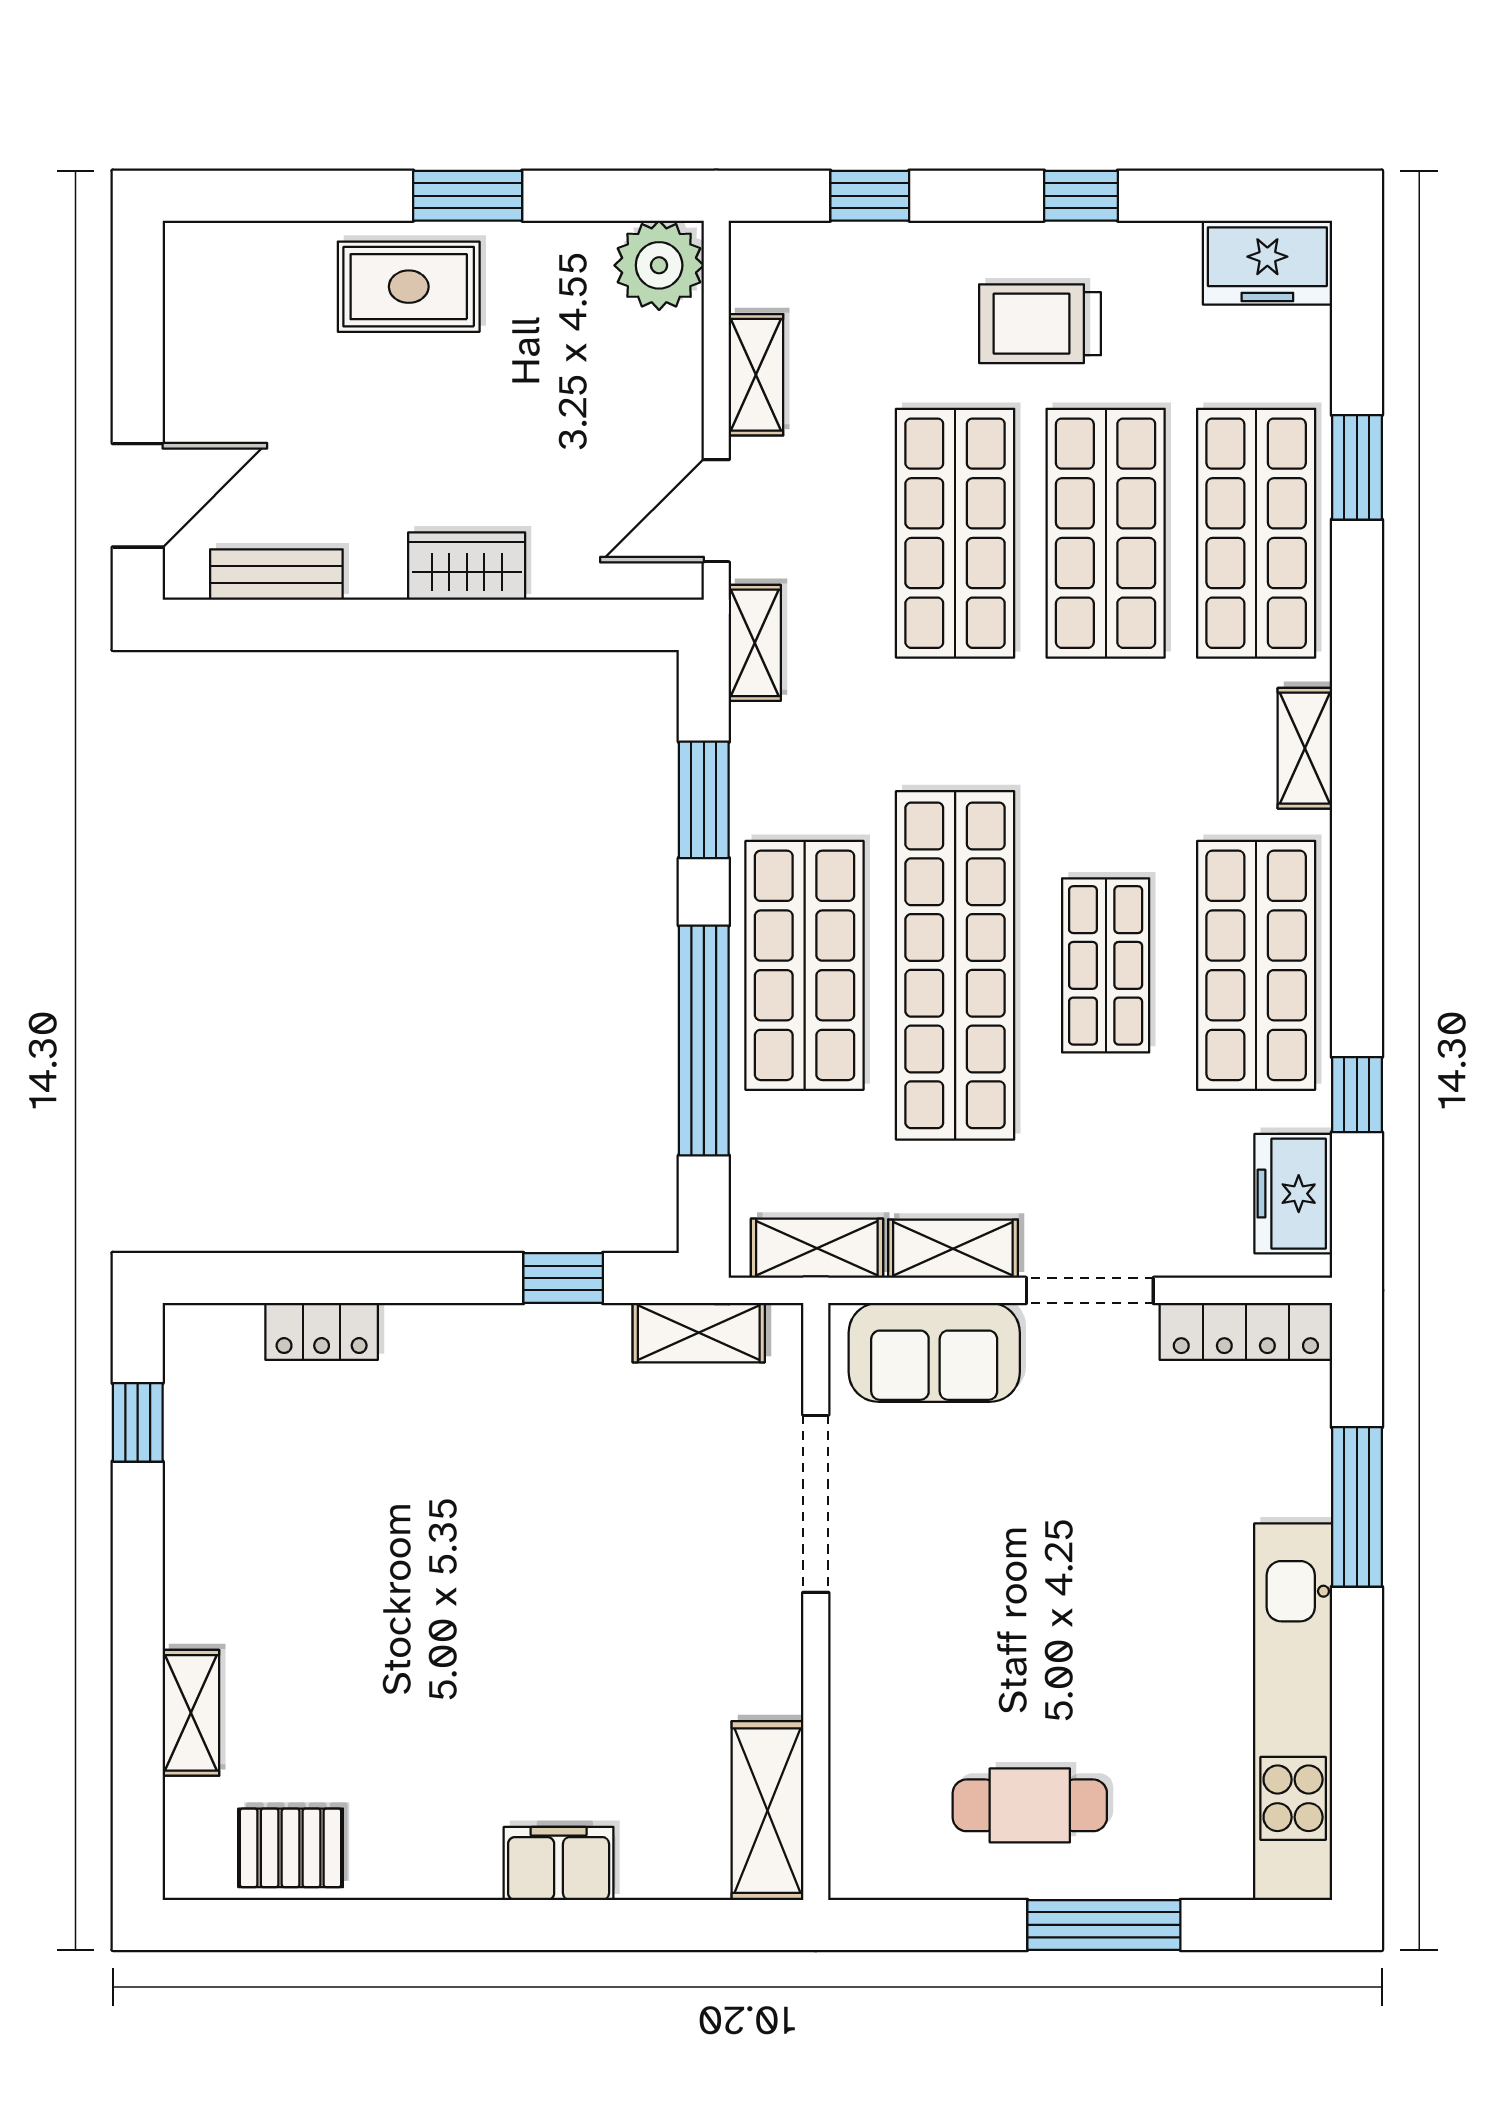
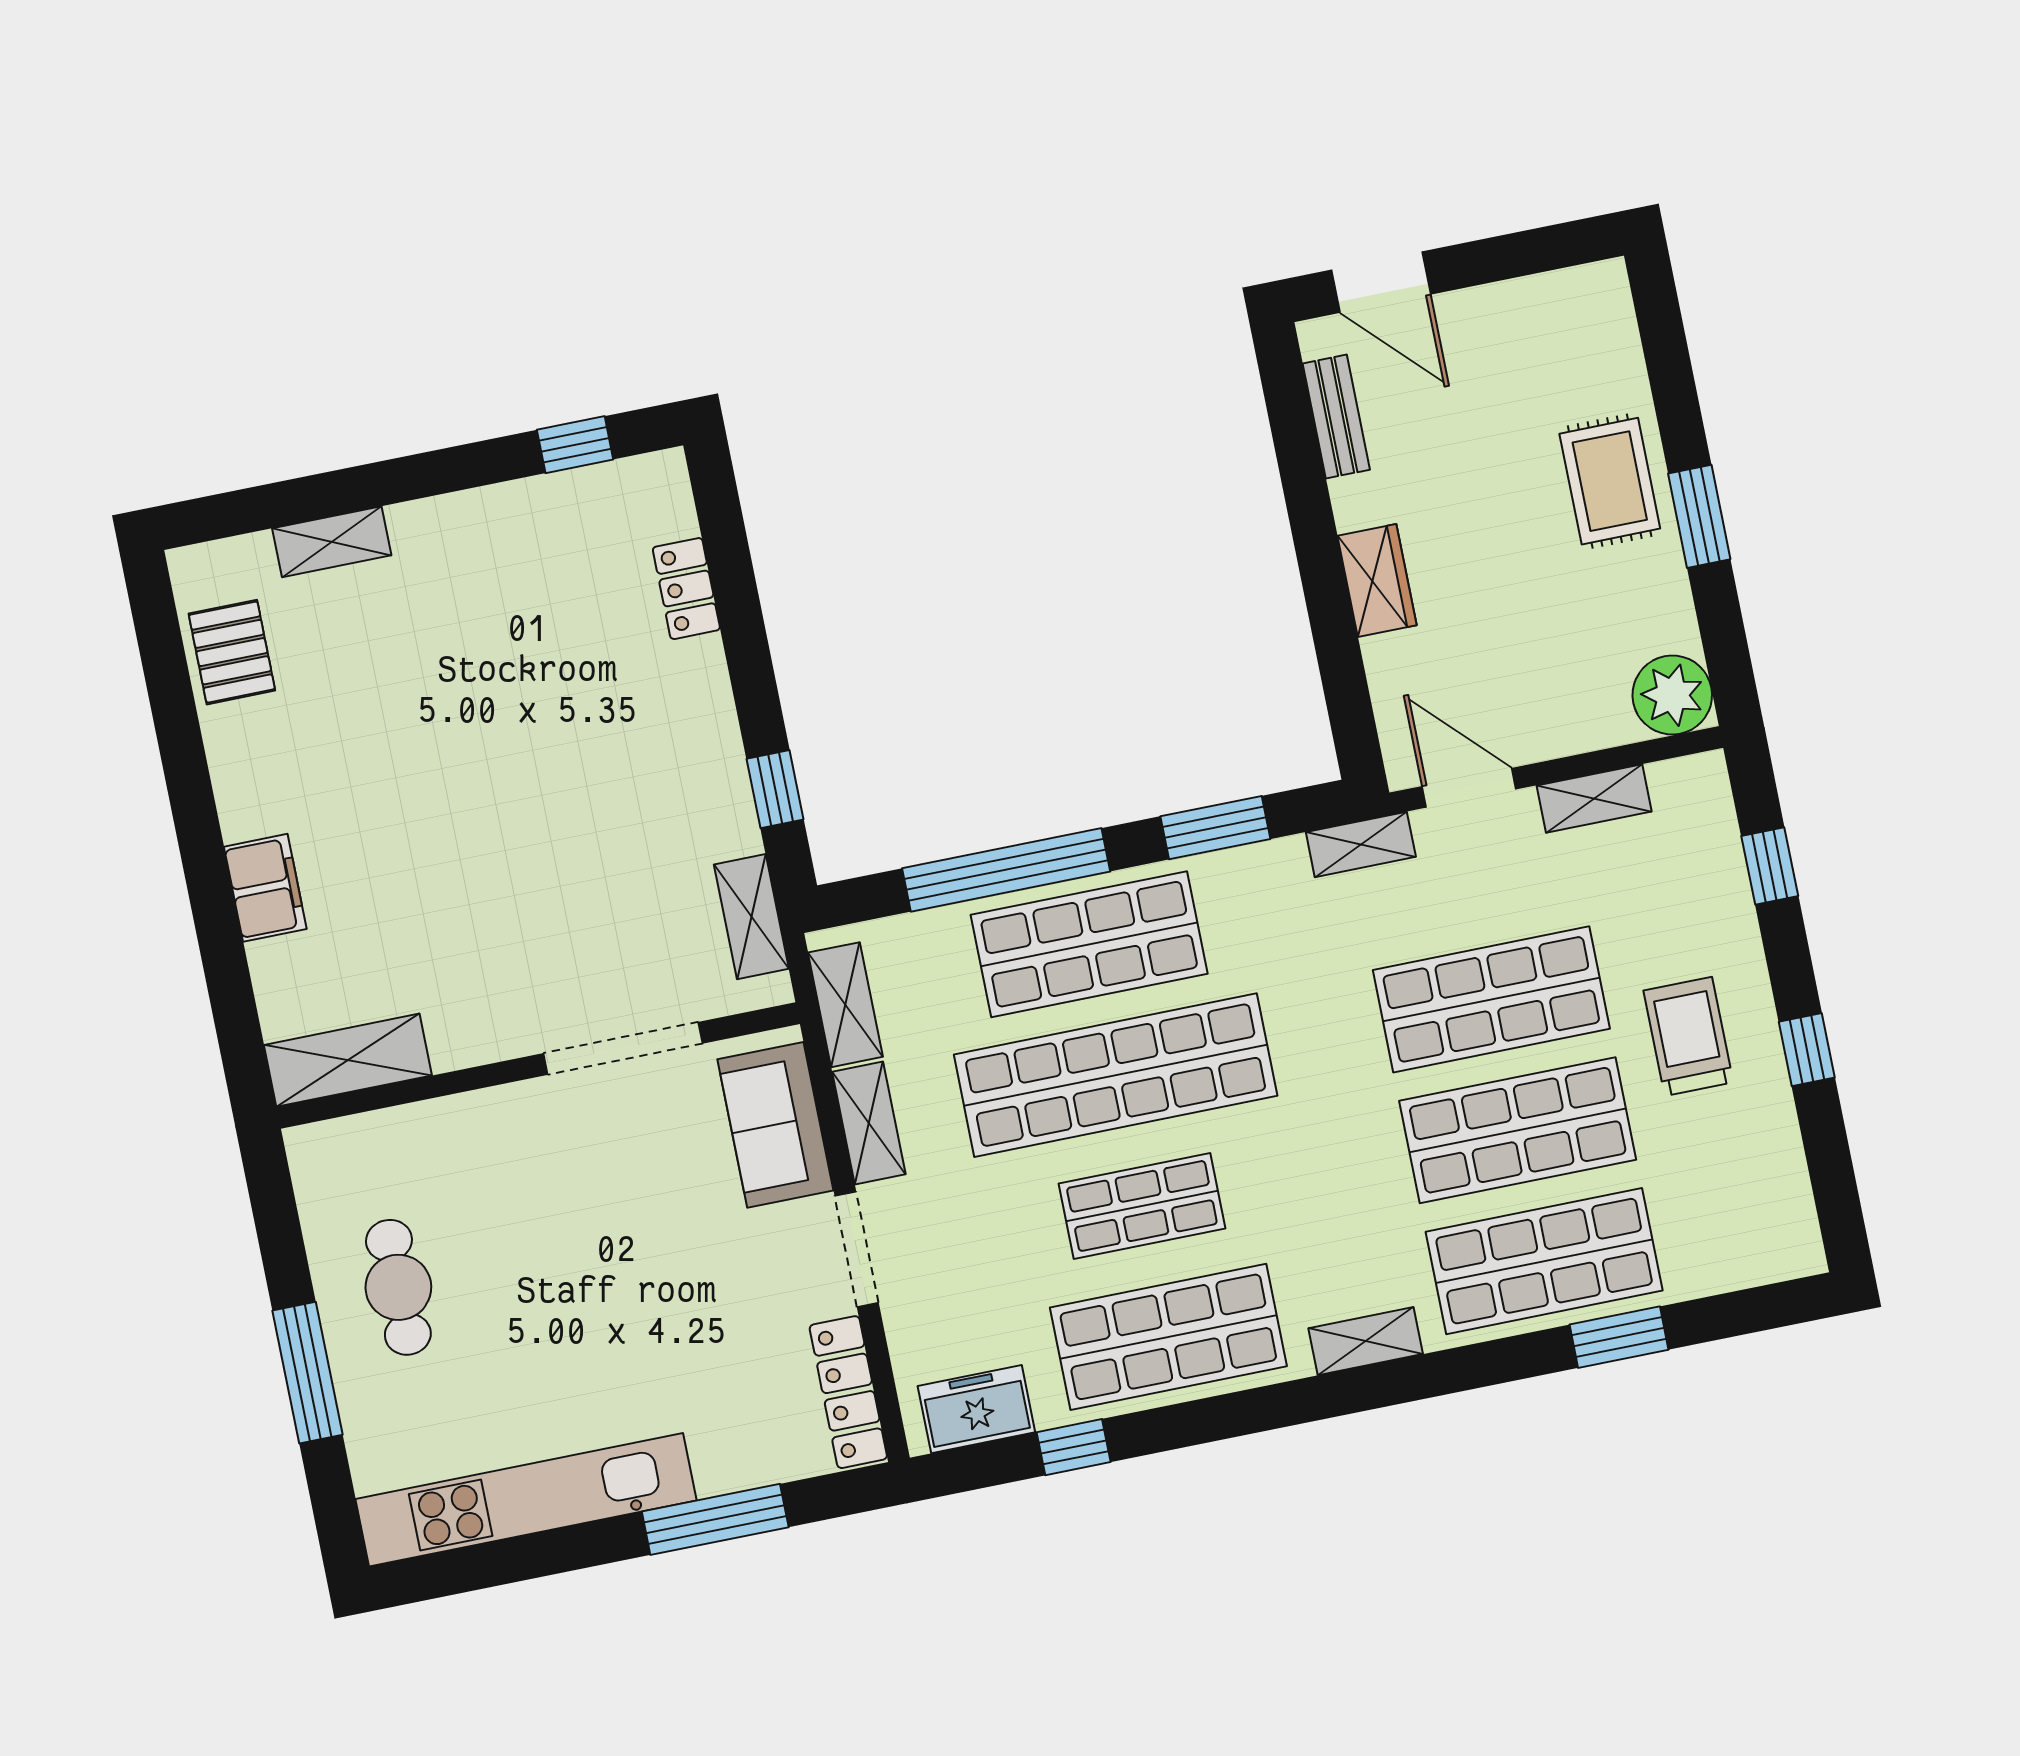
freezer: (1267, 263) -> (1781, 1223), removed

